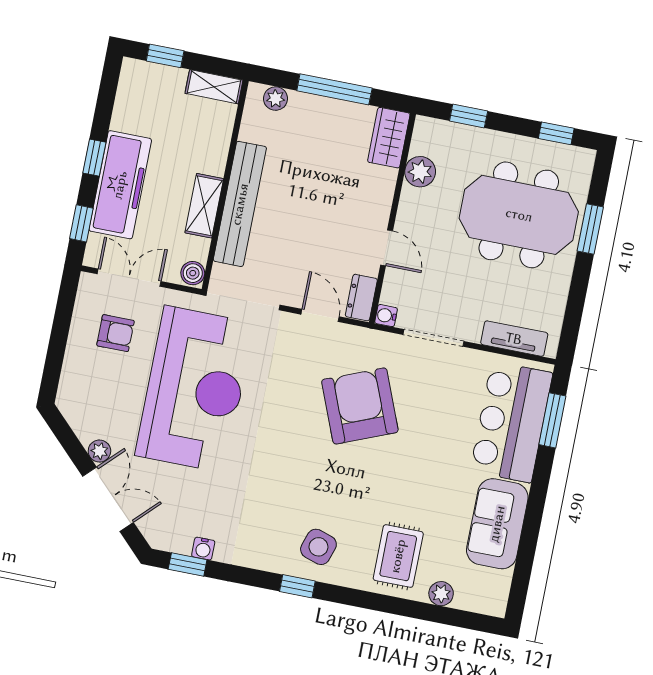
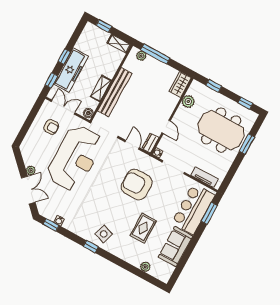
window: (334, 89) -> (155, 54), moved
armchair: (360, 406) -> (137, 185), turned -68
rug: (398, 556) -> (143, 228), moved

